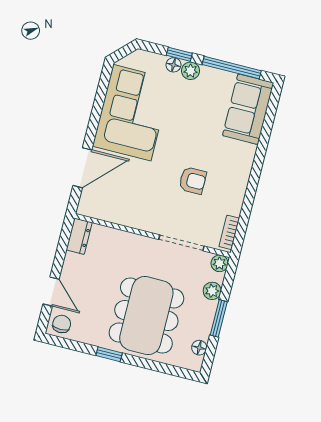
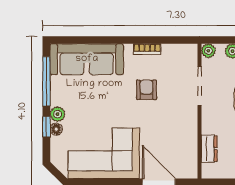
sofa: (248, 109) -> (87, 59), width x1.36
bookcase: (229, 232) -> (147, 49), moved
dresser: (79, 236) -> (209, 149), moved, turned 90

